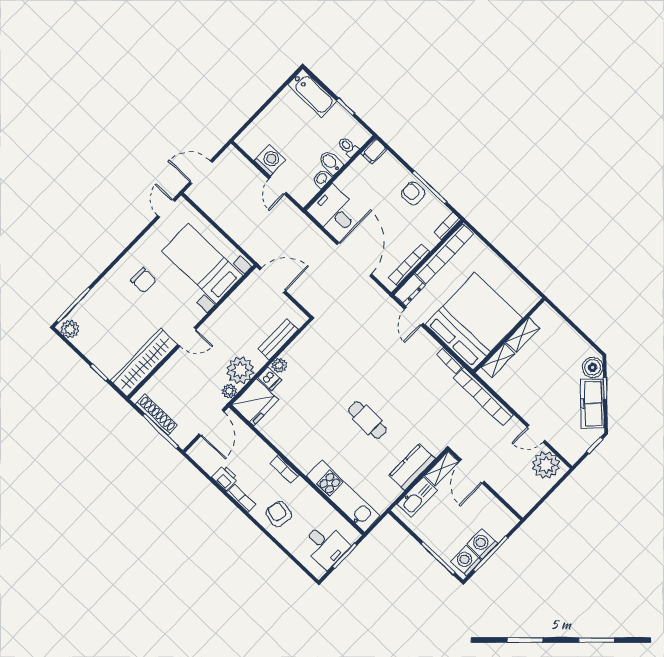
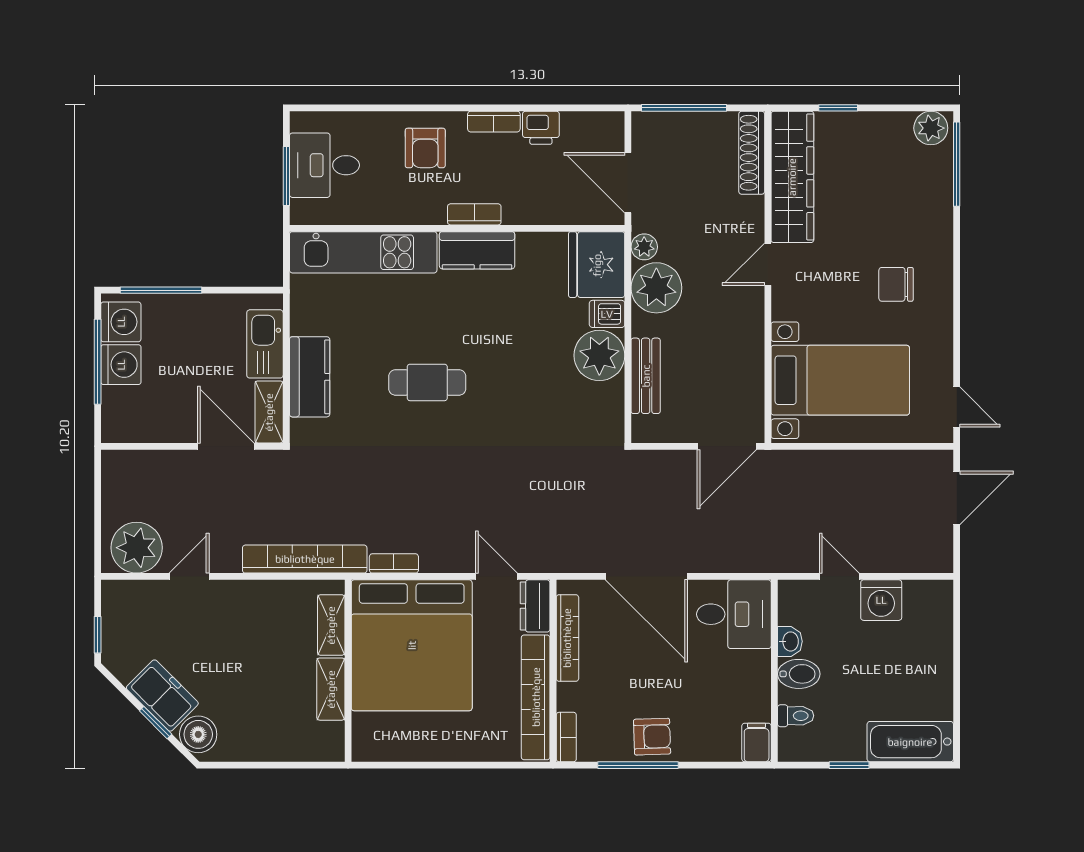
plant: (279, 365) -> (599, 355), width x1.87, depth x1.87
freezer: (592, 403) -> (162, 696), width x0.71
shoe rack: (156, 415) -> (752, 153), moved, turned 90
kitchen counter: (297, 454) -> (477, 250), added
armchair: (279, 514) -> (425, 148), turned 79

